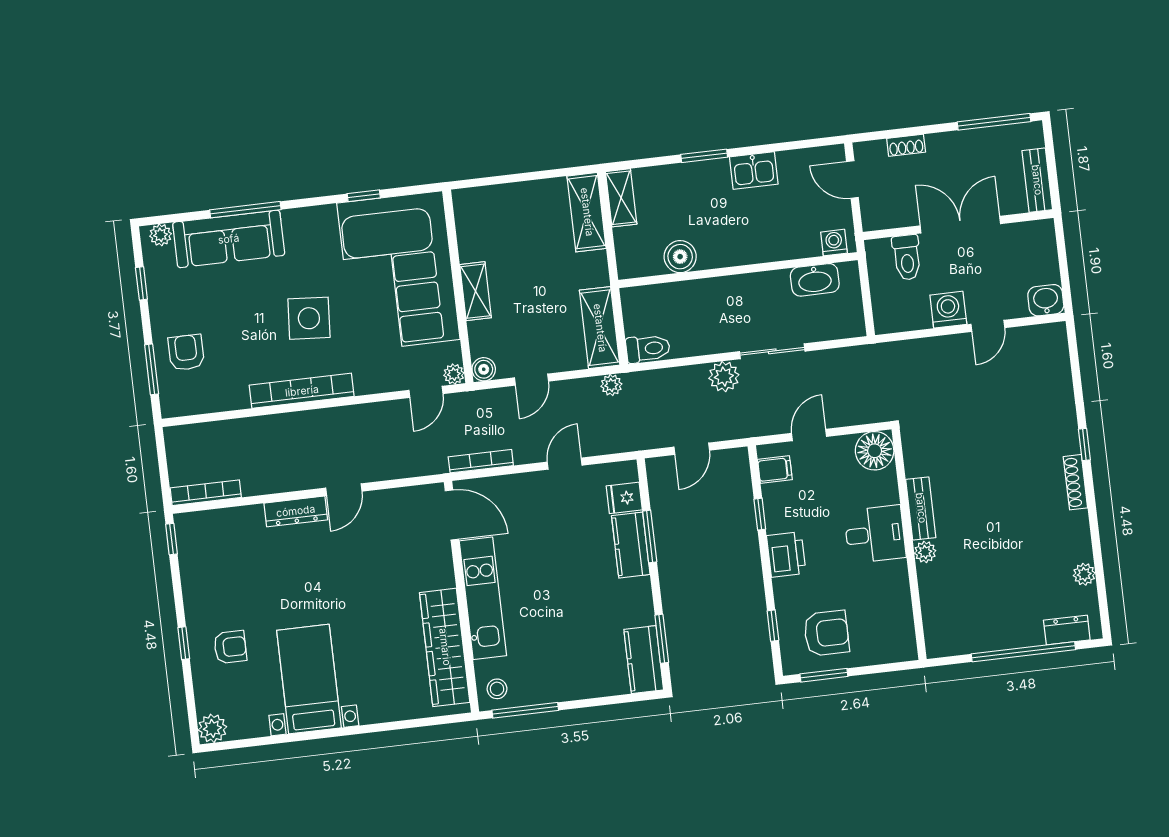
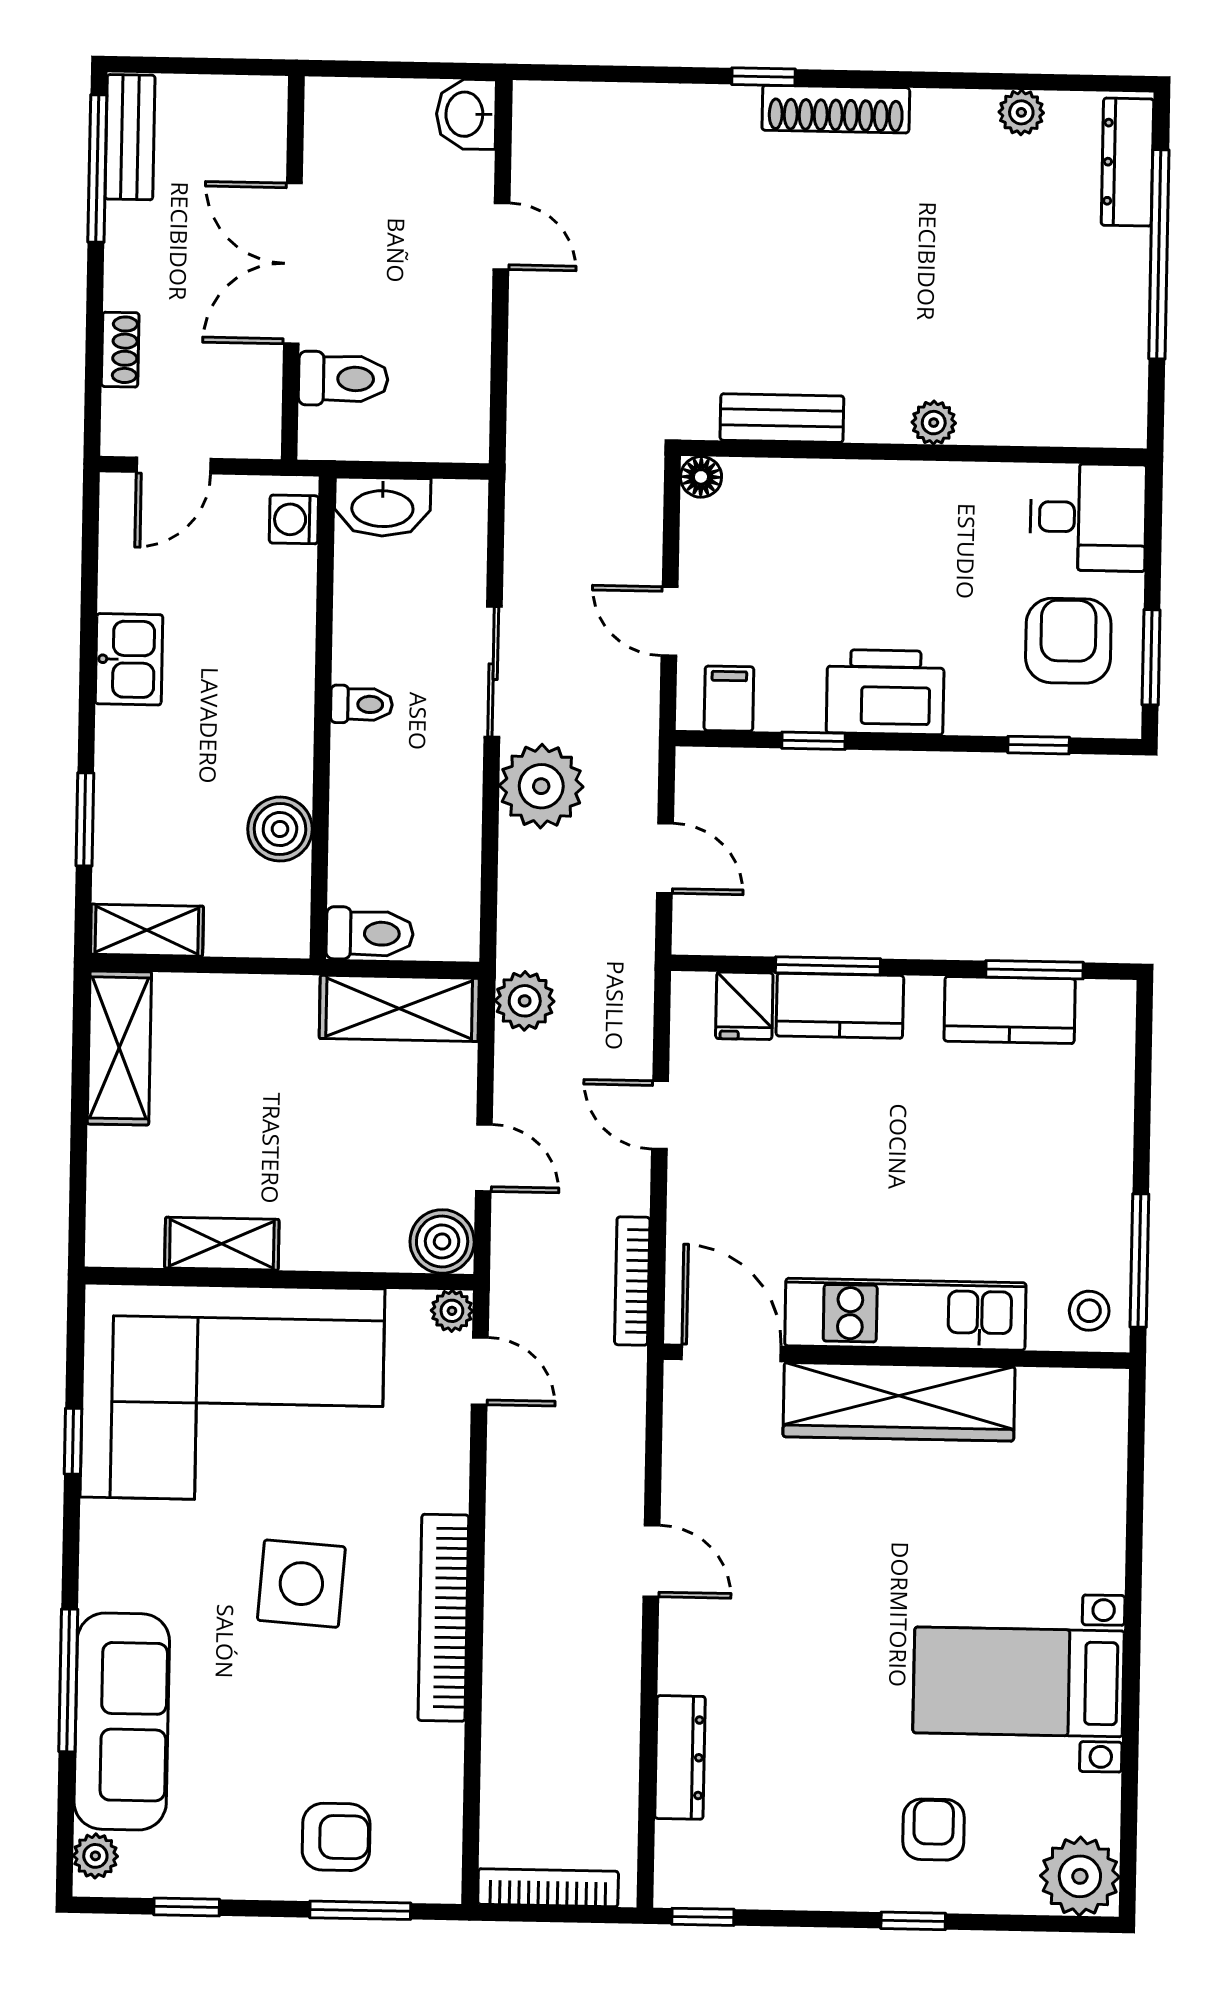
window: (704, 156) -> (85, 819), moved
bench: (1037, 180) -> (130, 137), moved, turned 90
shelving: (587, 212) -> (119, 1048), moved, turned 90
washbasin: (815, 280) -> (382, 507), moved, turned 90
toilet: (747, 288) -> (362, 704), added
shelving: (476, 291) -> (222, 1244), moved
washing machine: (948, 310) -> (459, 310), removed
toilet: (648, 349) -> (370, 933), moved, turned 90
armchair: (186, 352) -> (336, 1837), turned 180
boiler: (484, 369) -> (442, 1241), width x1.36, depth x1.36
plant: (724, 377) -> (541, 786), width x1.36, depth x1.36
plant: (611, 385) -> (525, 1001), width x1.38, depth x1.38
floor lamp: (875, 451) -> (701, 477), width x0.53, depth x0.53
shoe rack: (1075, 482) -> (836, 109), width x1.36, depth x1.24
bookcase: (206, 493) -> (548, 1888), moved, turned 90
bench: (921, 508) -> (782, 418), moved
dresser: (296, 511) -> (680, 1757), moved
door: (452, 515) -> (731, 1353), hinge flipped
desk: (875, 534) -> (1088, 517), moved, turned 90
printer: (786, 554) -> (885, 692), width x1.37, depth x1.19
dresser: (1067, 630) -> (1127, 162), width x1.44
wardrobe: (445, 647) -> (899, 1402), moved
kitchen counter: (644, 660) -> (1010, 1010), moved
plant: (212, 728) -> (1080, 1876), width x1.36, depth x1.36

